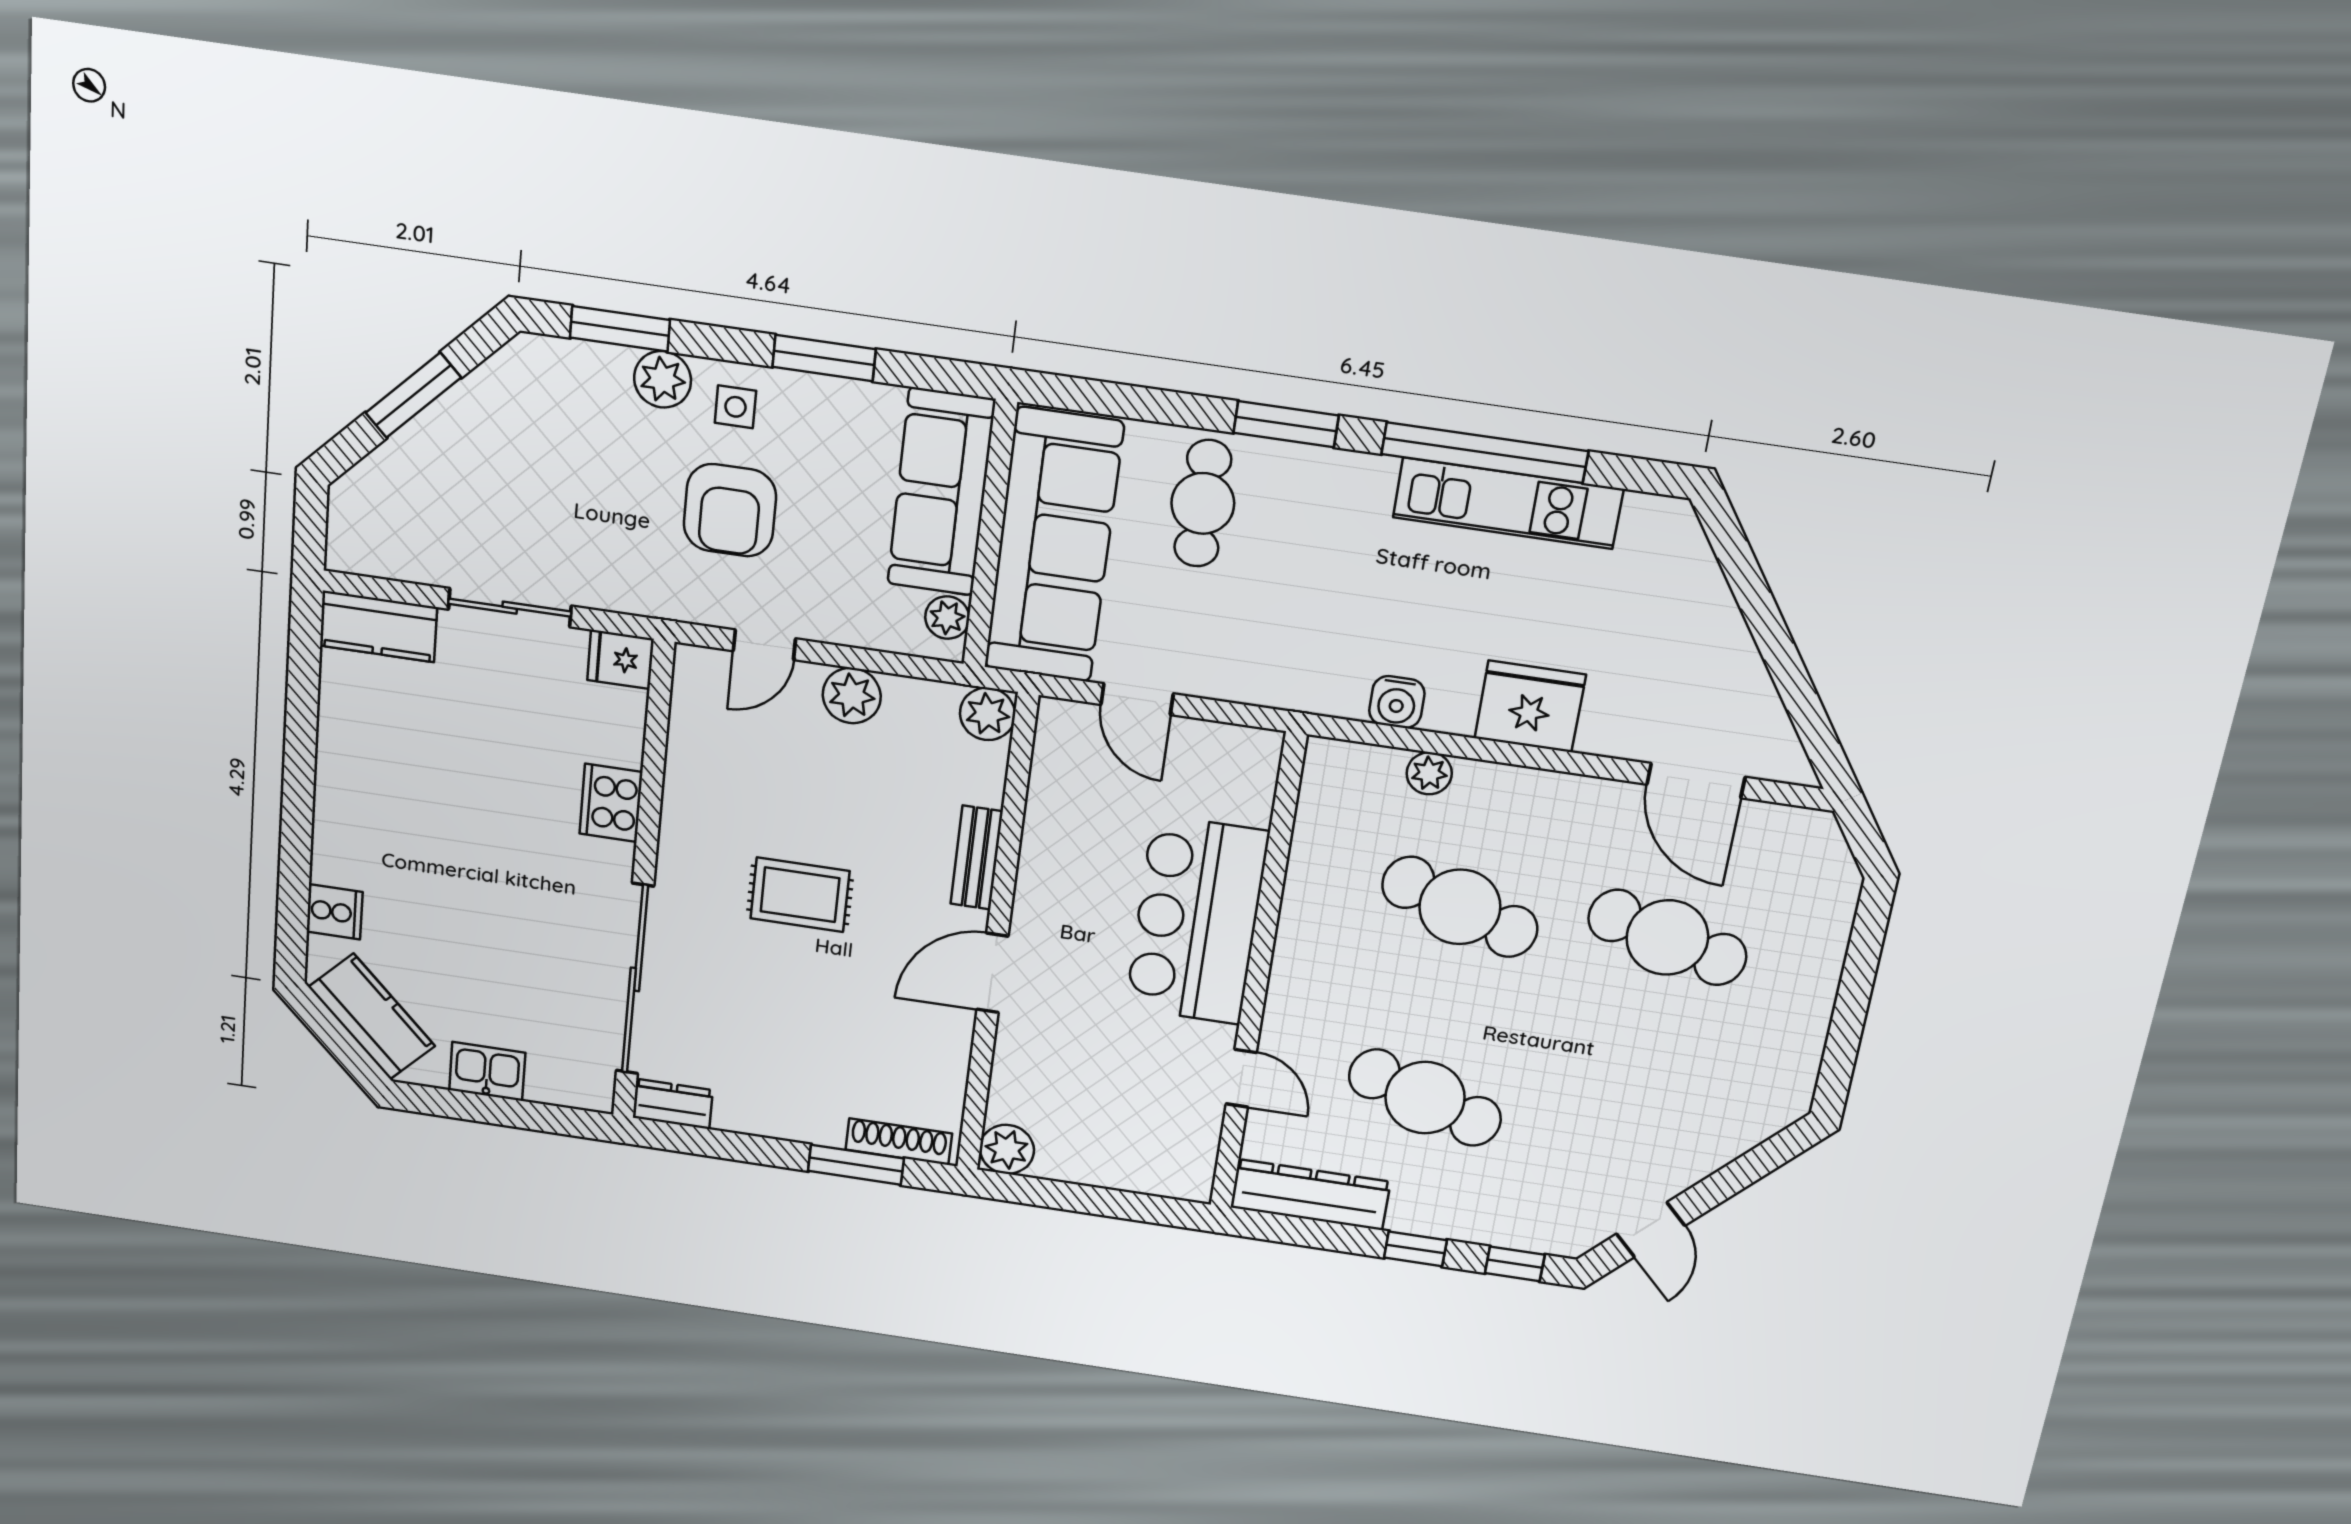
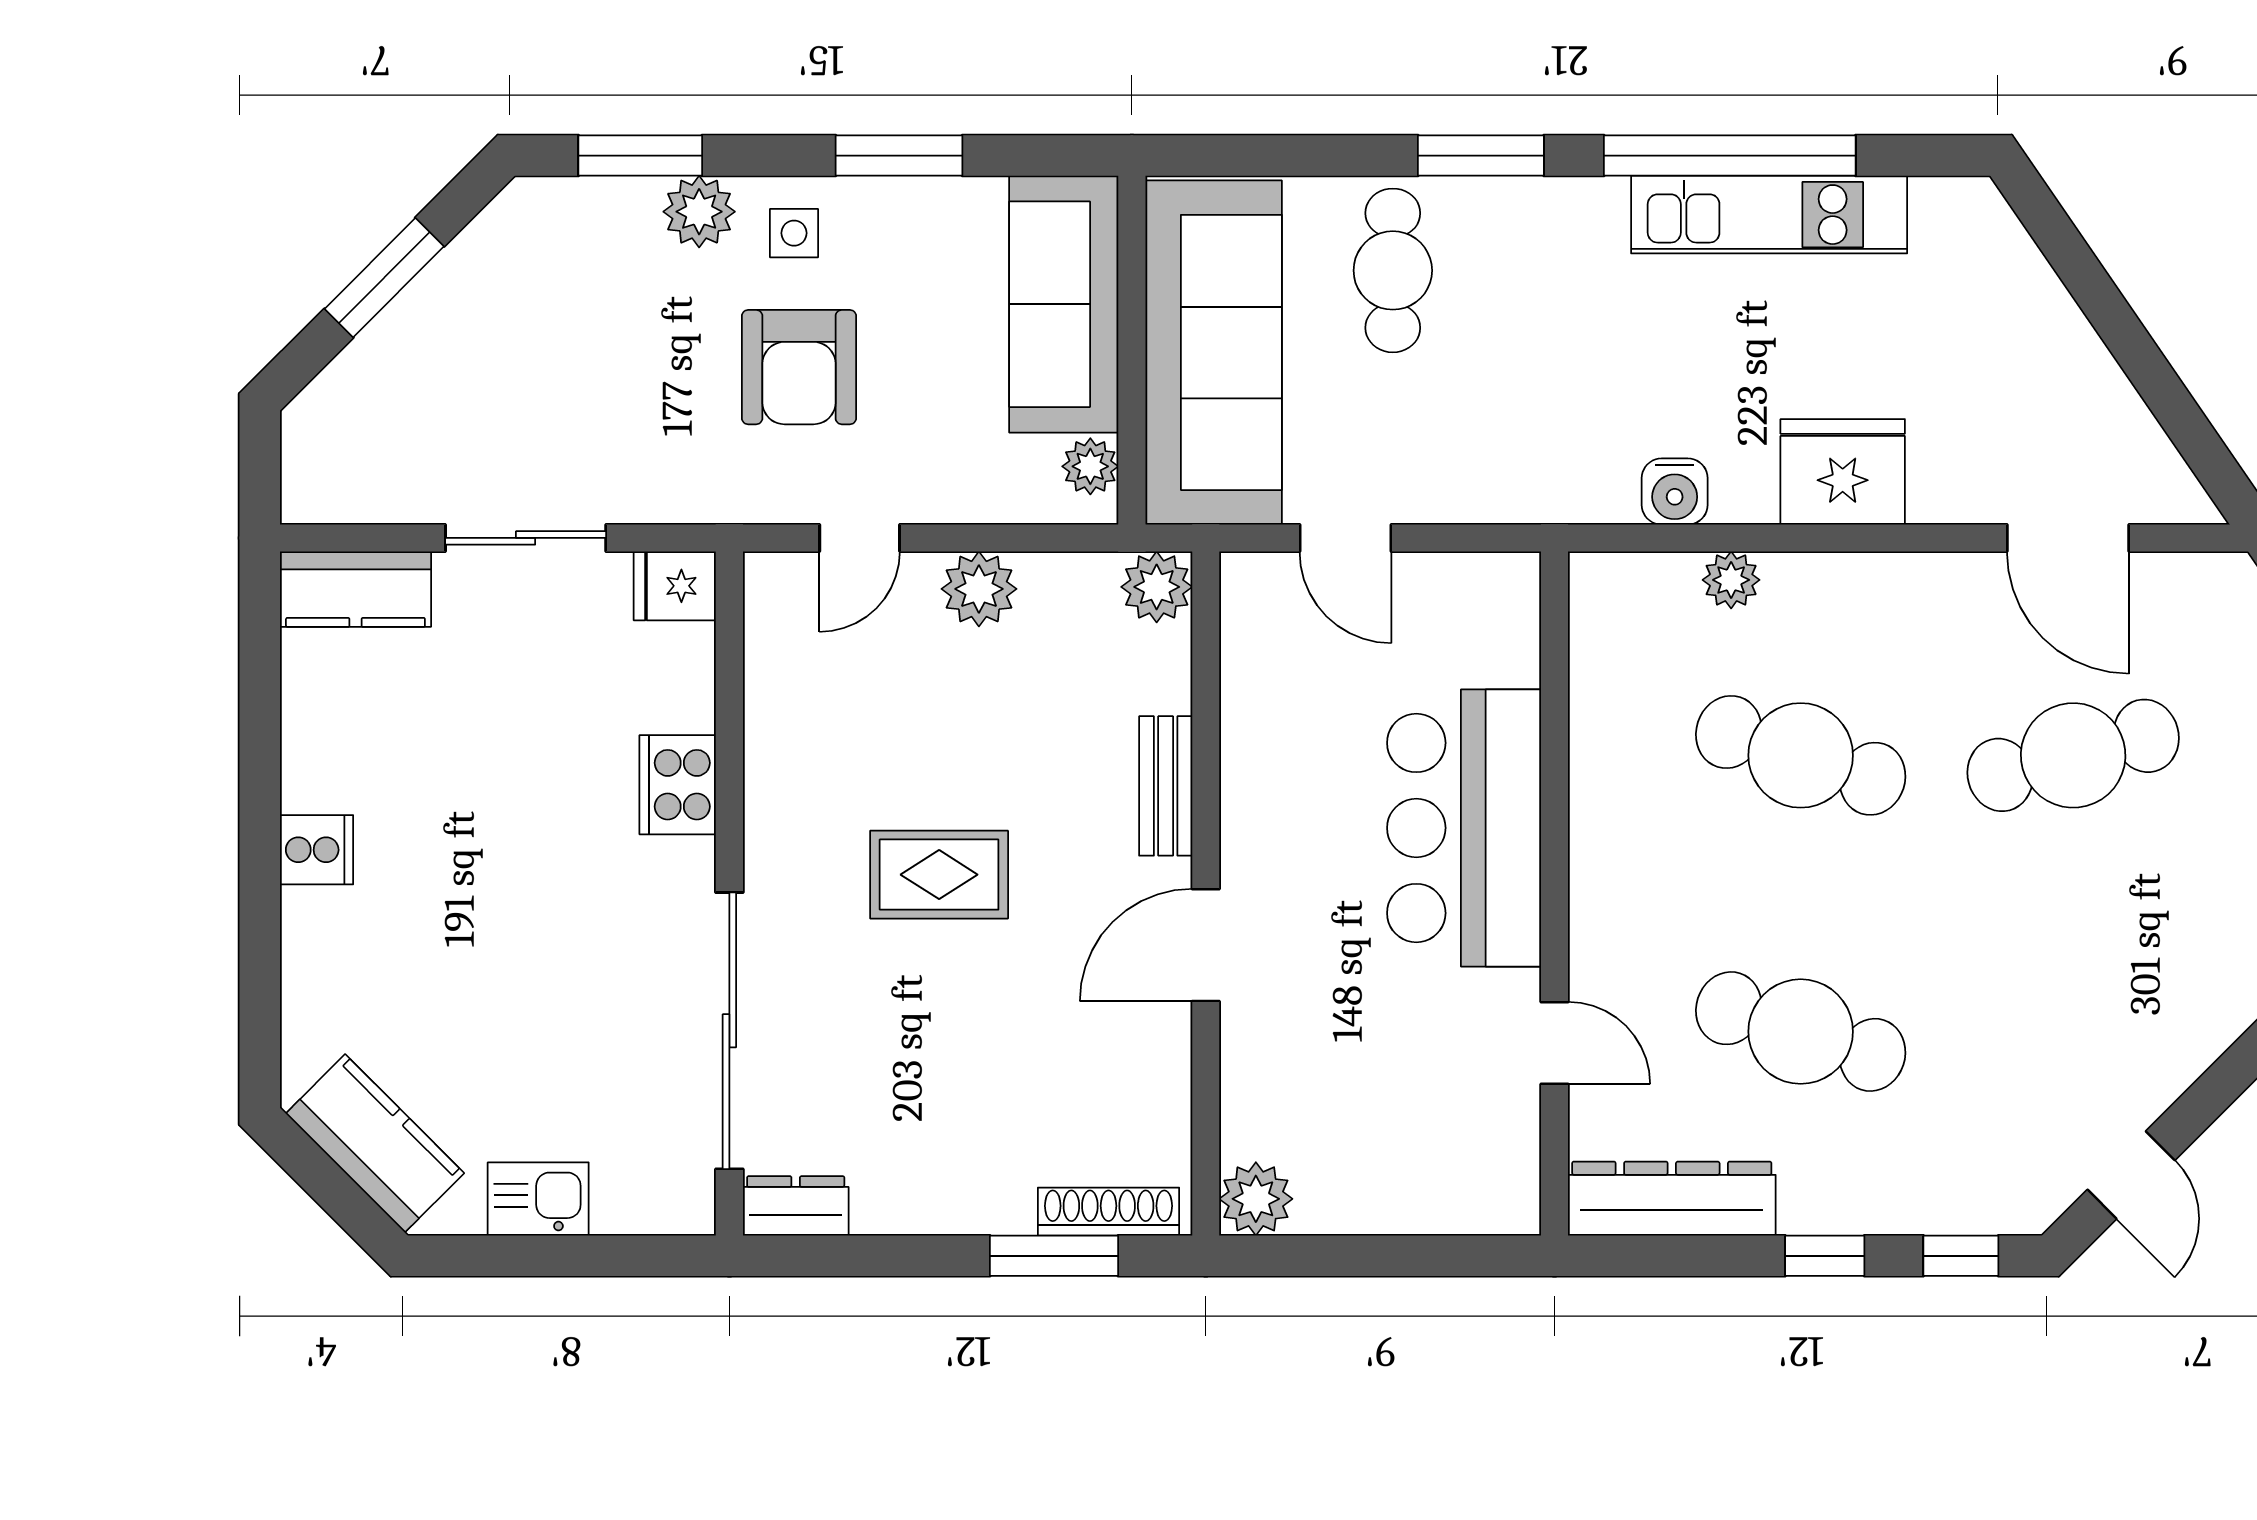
cooker: (335, 912) -> (317, 850), moved
cafe table: (1667, 937) -> (2073, 755), turned -30

